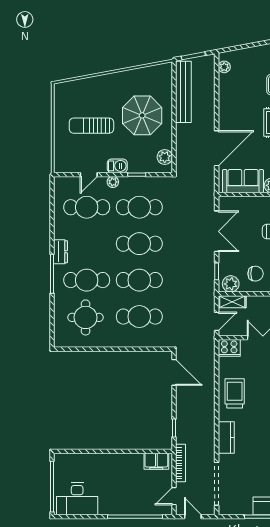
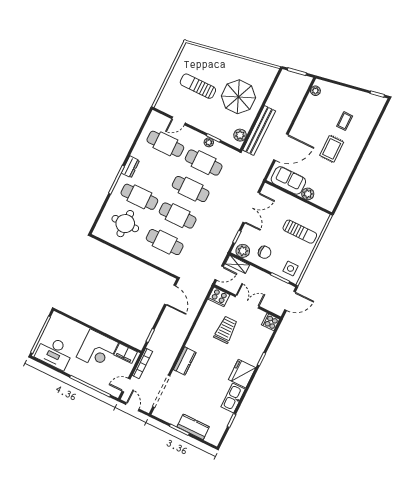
bench: (183, 92) -> (259, 131), moved
barbecue: (117, 166) -> (202, 125), removed
plant: (113, 182) -> (209, 142), moved
trolley: (235, 393) -> (226, 330), moved
corner desk: (123, 473) -> (97, 350), added

